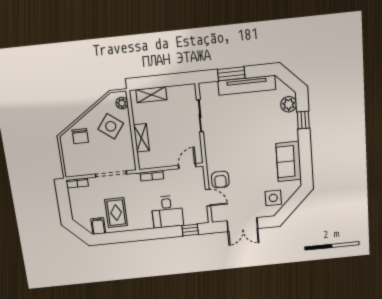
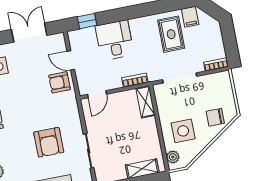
side table: (111, 126) -> (183, 131), turned -37
armchair: (236, 127) -> (49, 142), added
chair: (80, 136) -> (215, 117), turned -90
shelving: (142, 138) -> (145, 102), moved
armchair: (220, 180) -> (59, 82), turned -90

